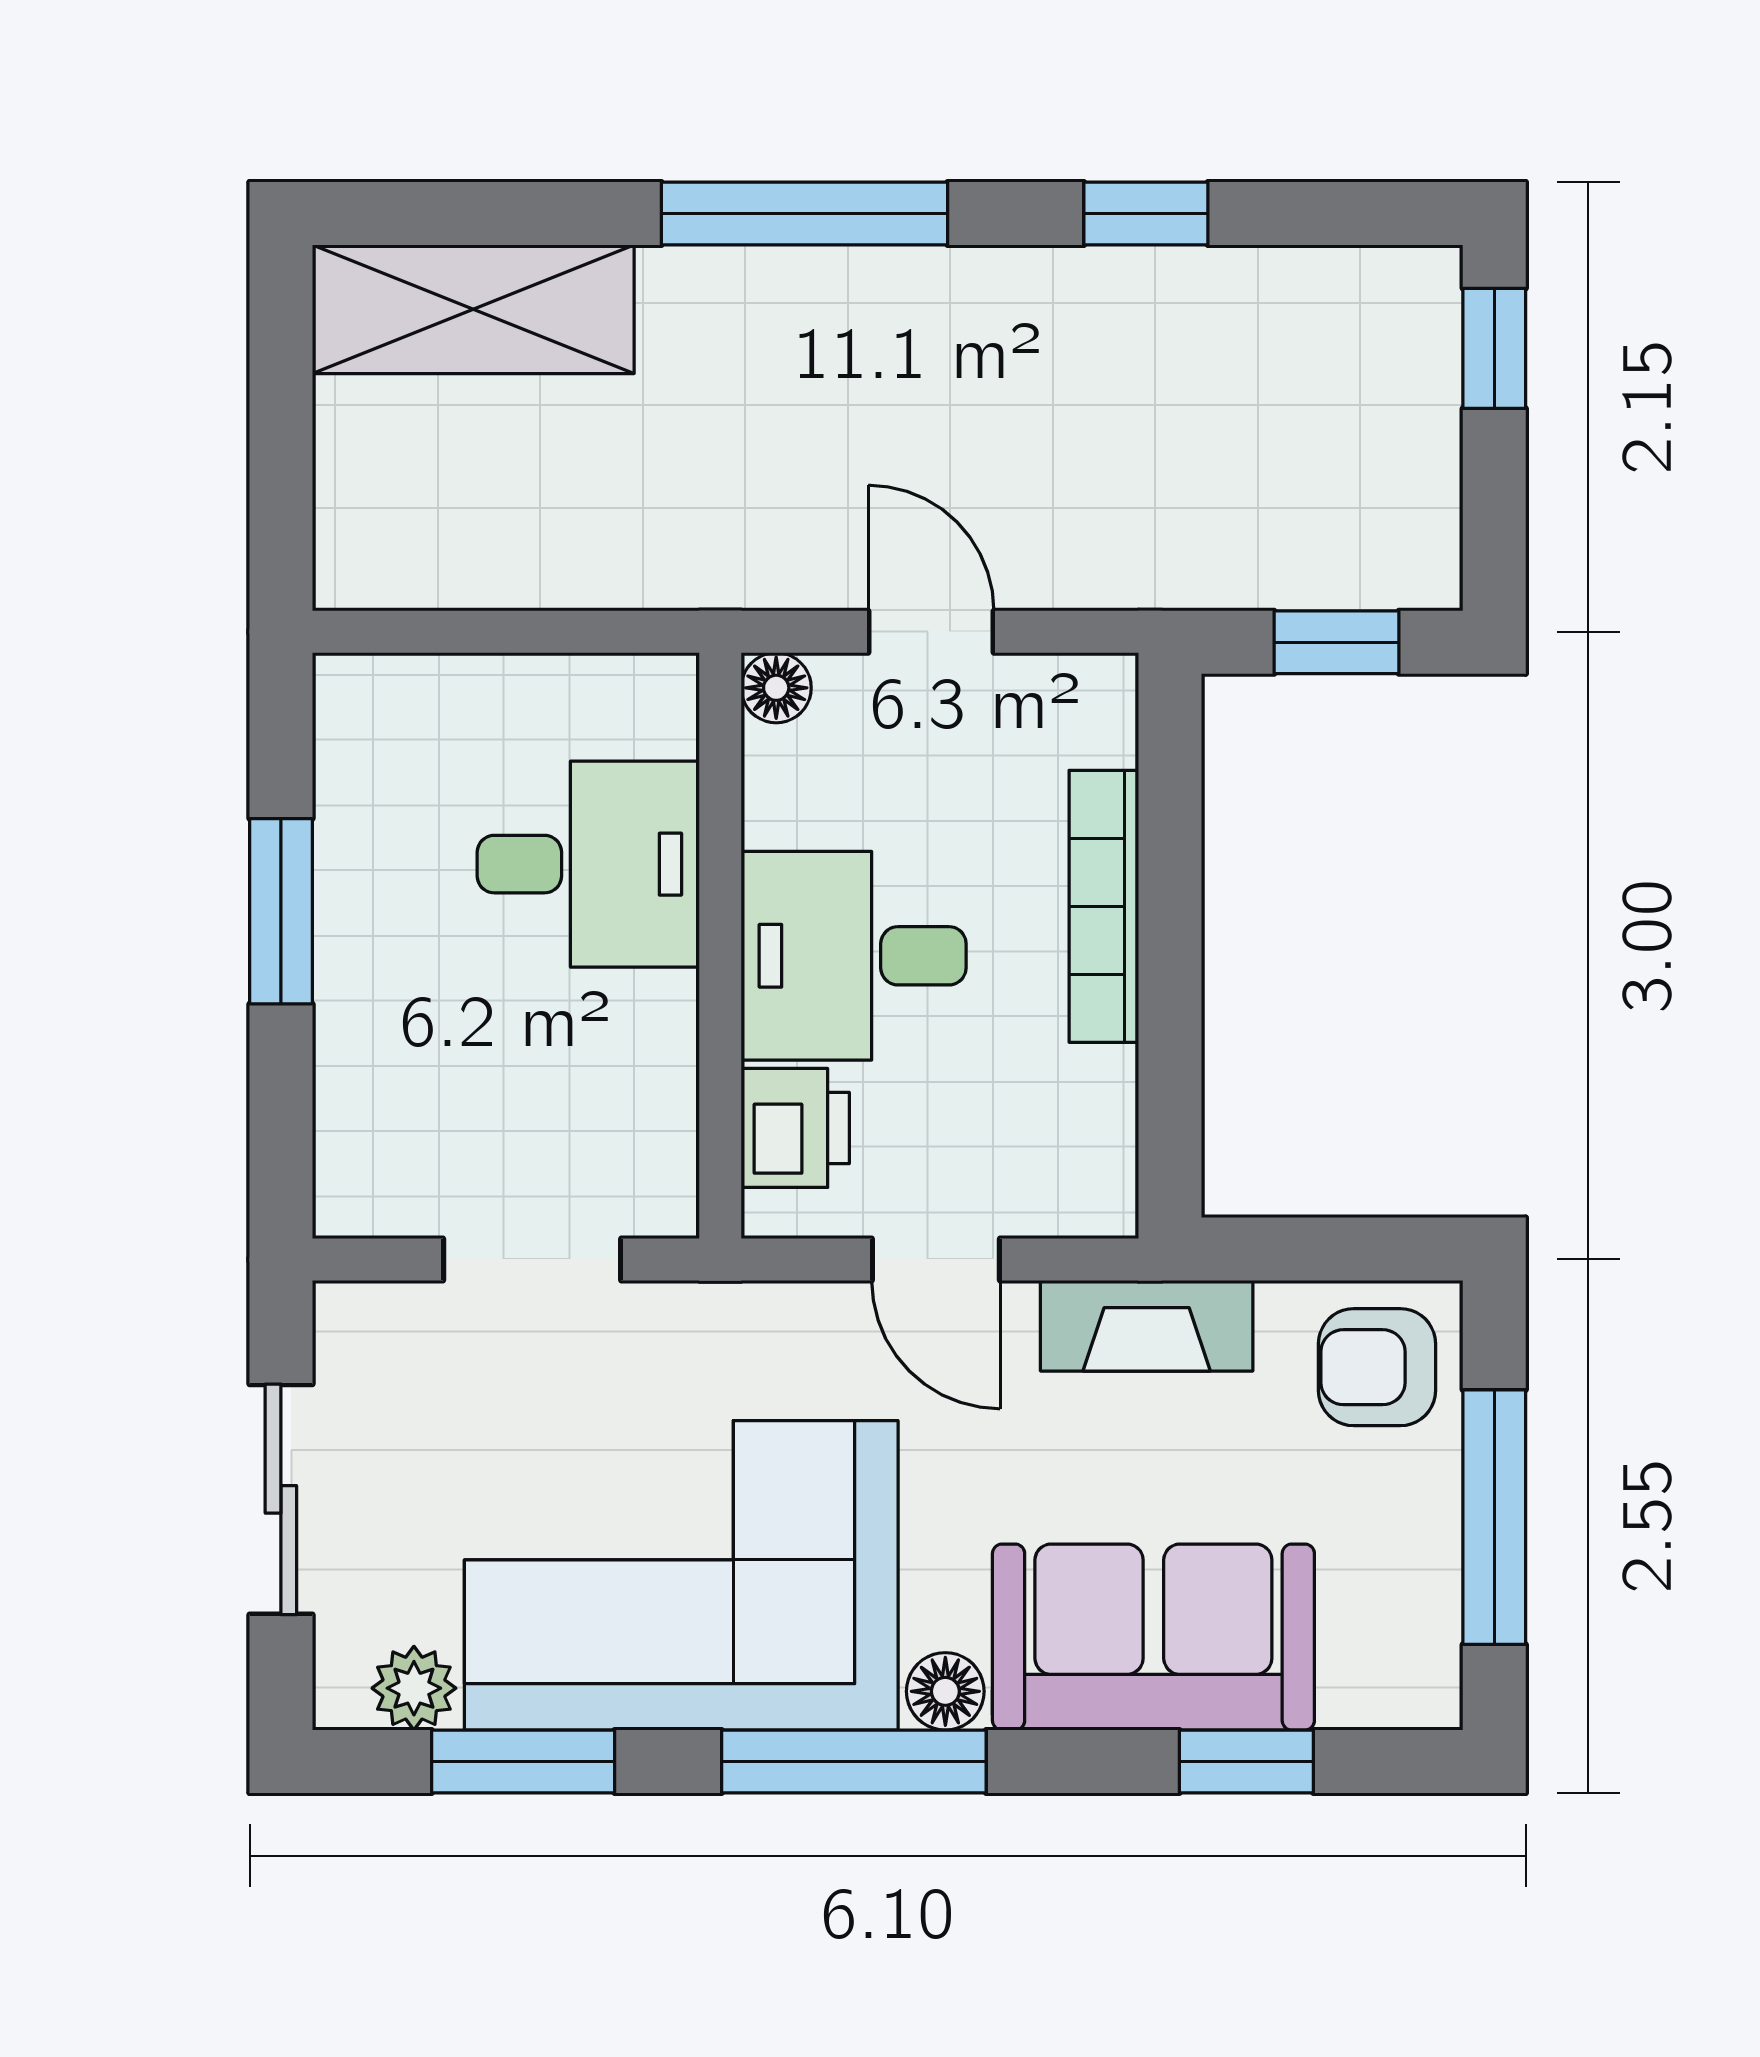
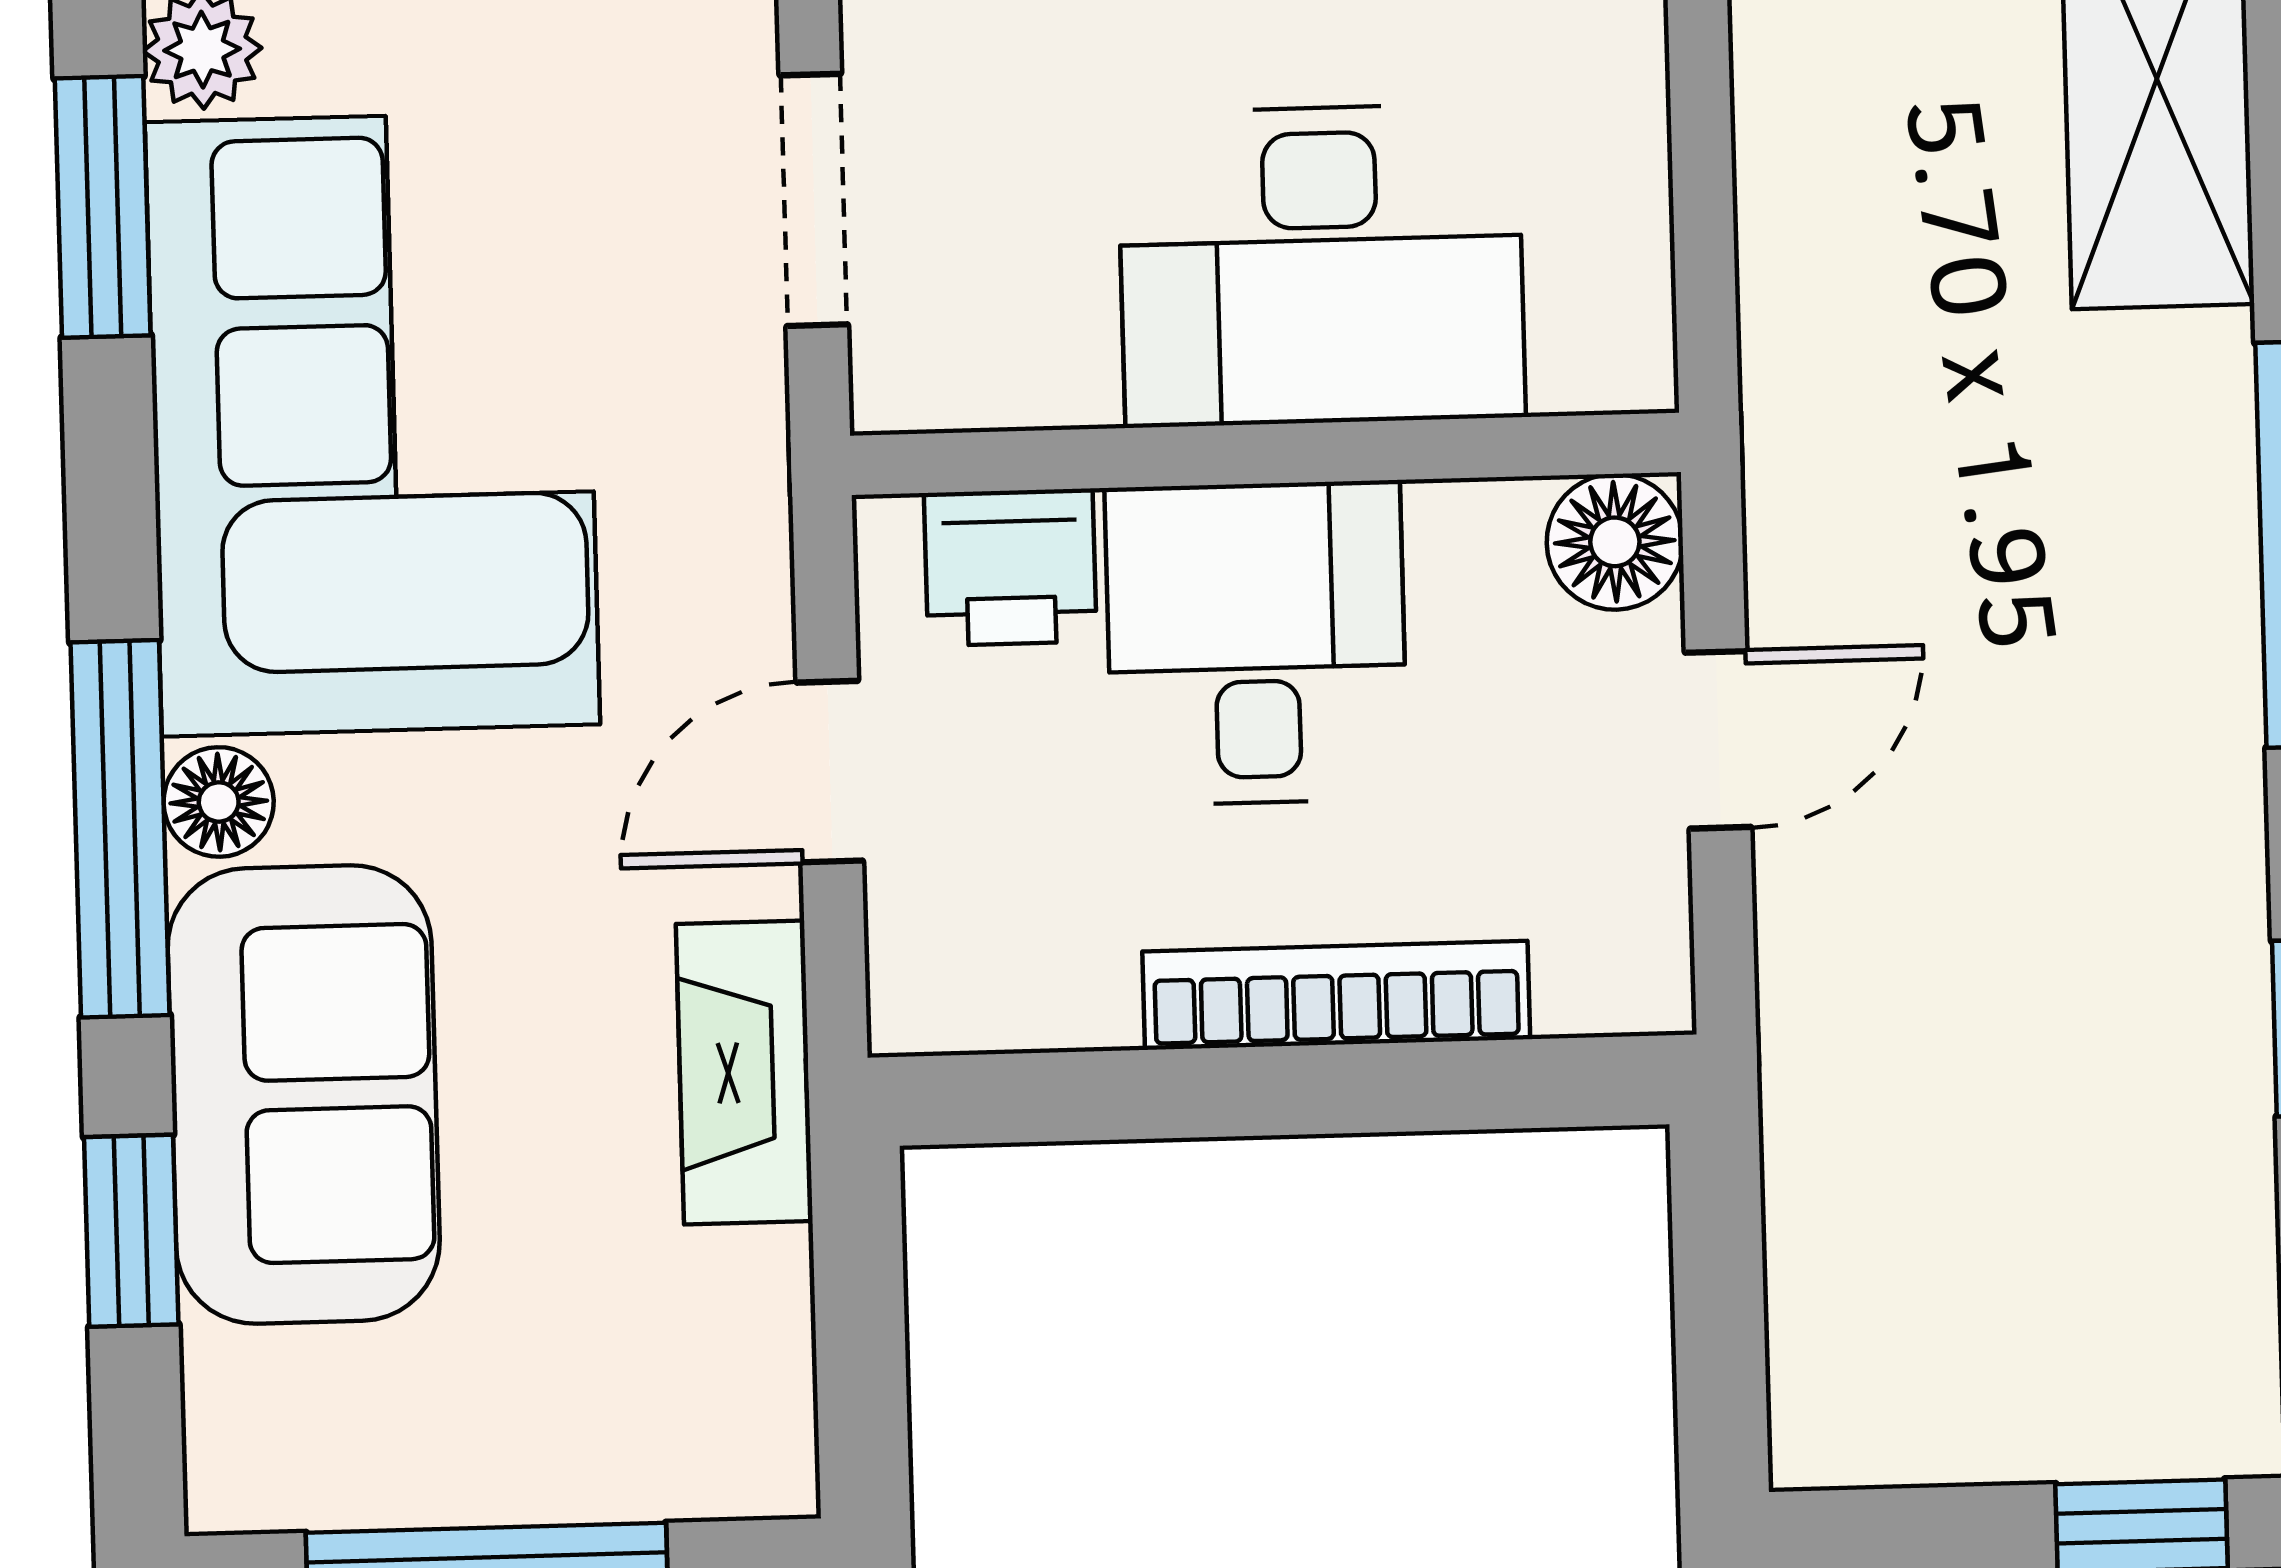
window: (1336, 642) -> (1719, 1314), removed
floor lamp: (776, 688) -> (1615, 542), width x1.37, depth x1.37
desk: (588, 864) -> (1321, 265), width x1.37
armchair: (1377, 1367) -> (695, 1400), removed
window: (854, 1762) -> (120, 829), moved

